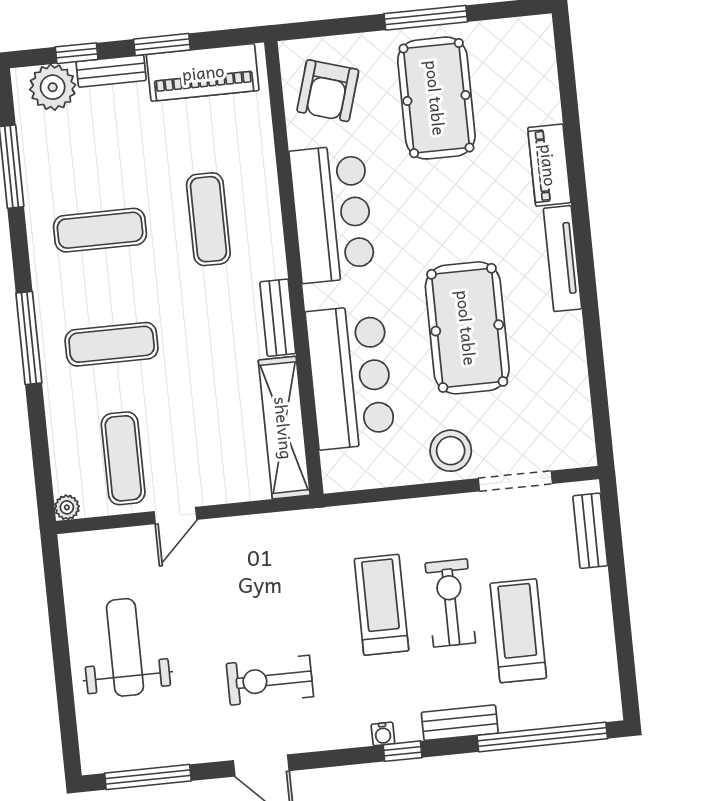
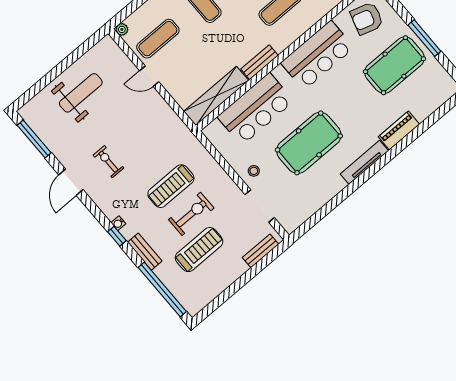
stool: (451, 451) -> (254, 171), width x0.53, depth x0.53
treadmill: (381, 605) -> (171, 186), turned 180
exercise bike: (270, 680) -> (108, 162), width x0.73, depth x0.72

